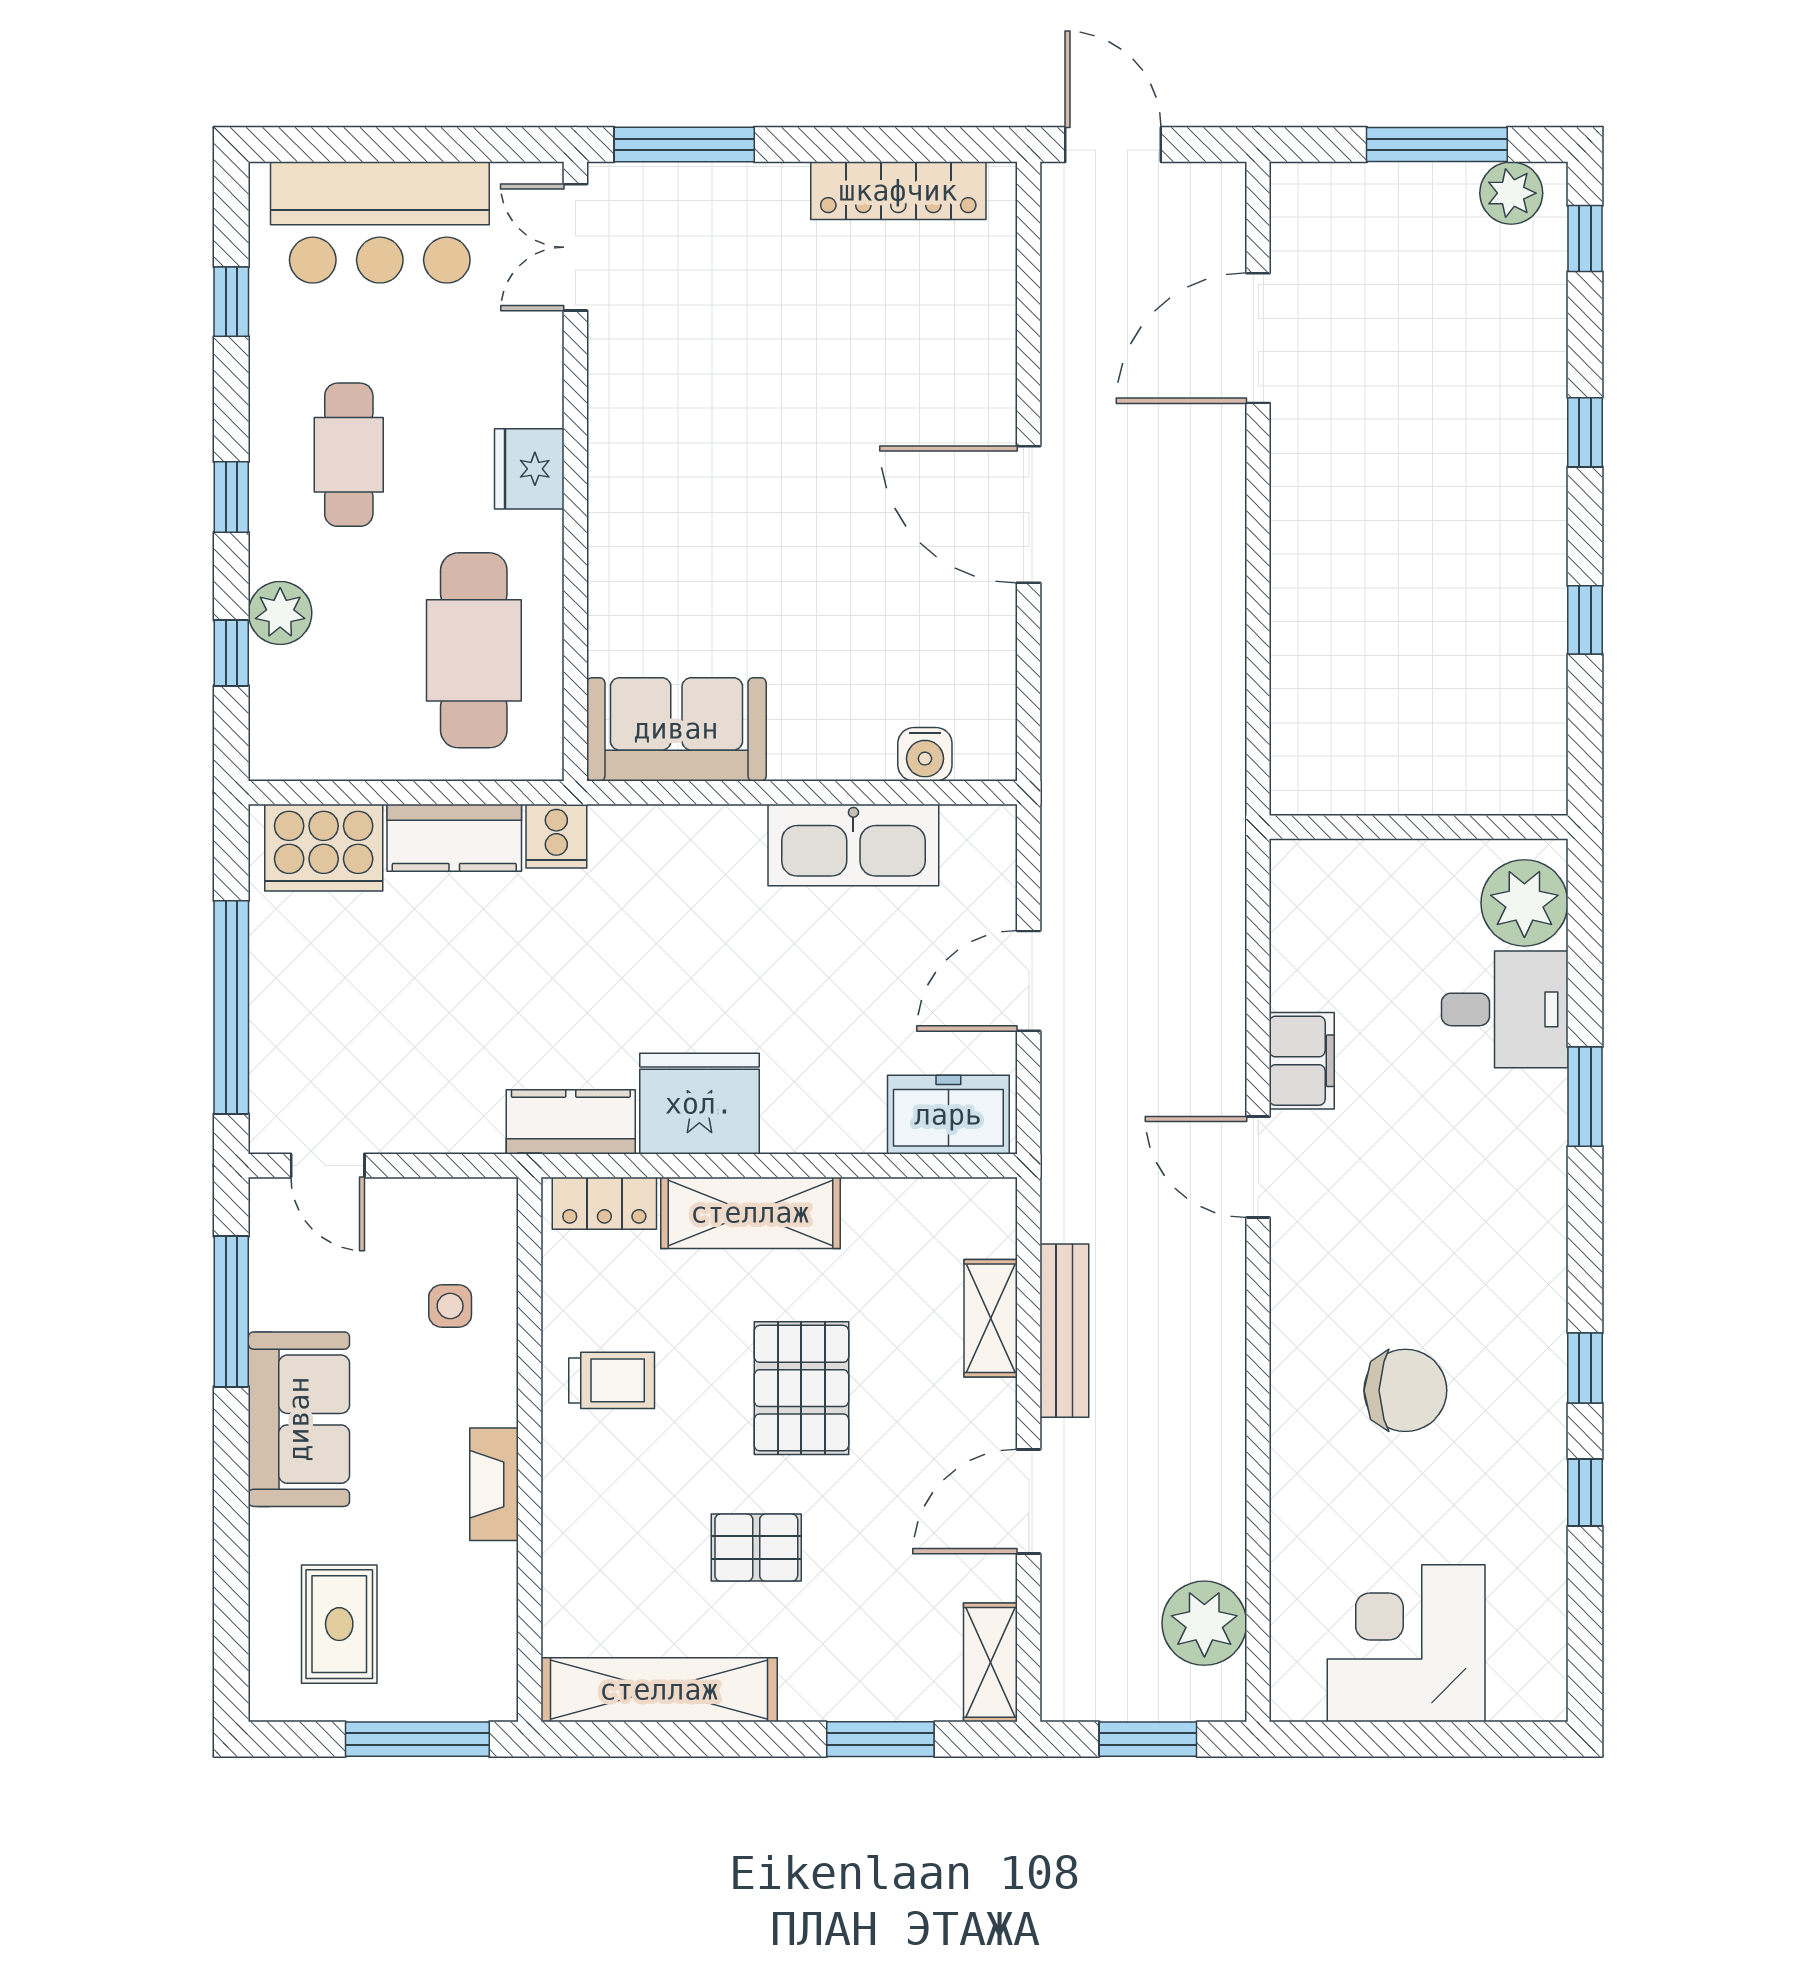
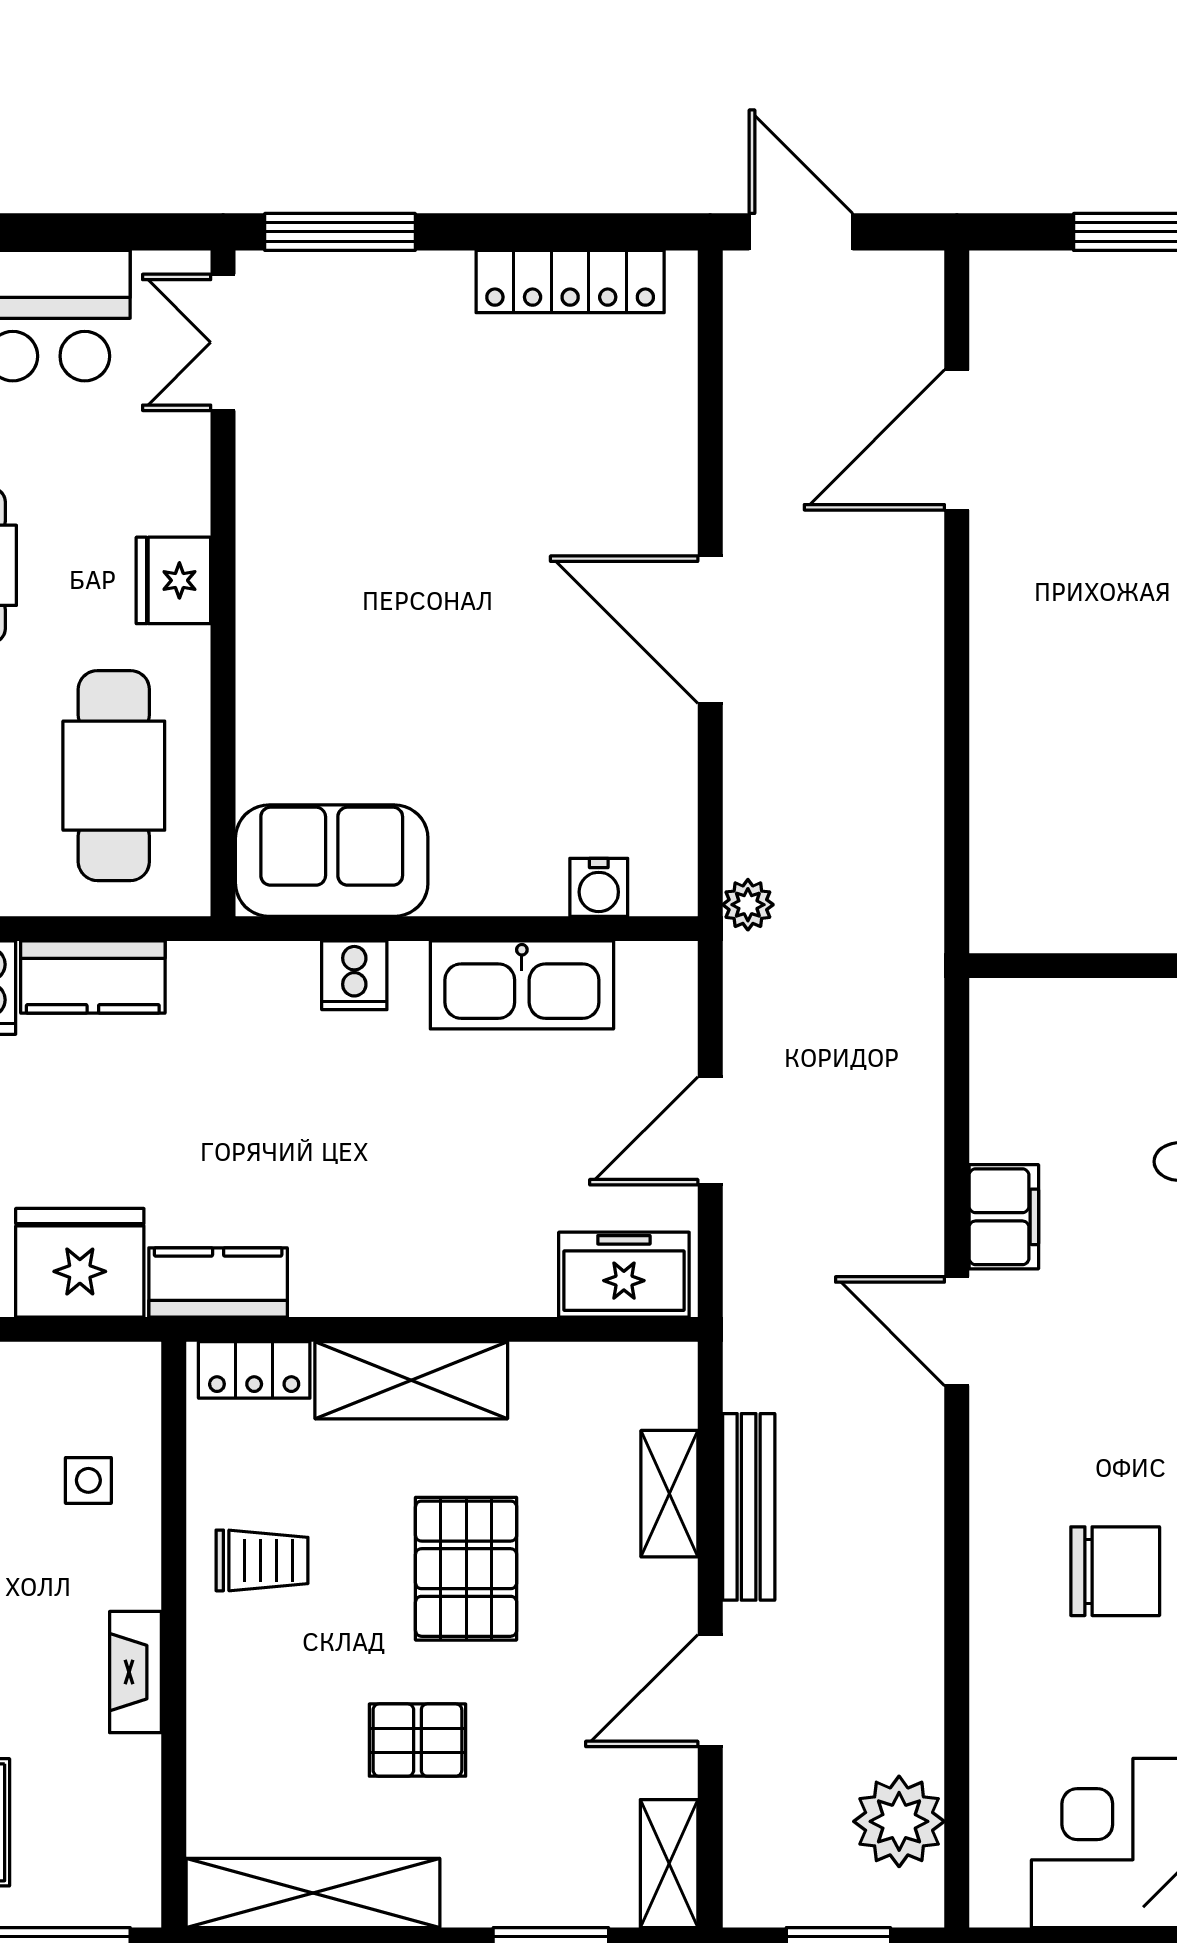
plant: (1064, 770) -> (748, 905), added
cooker: (556, 836) -> (354, 975), moved
fridge: (699, 1104) -> (80, 1263), moved

